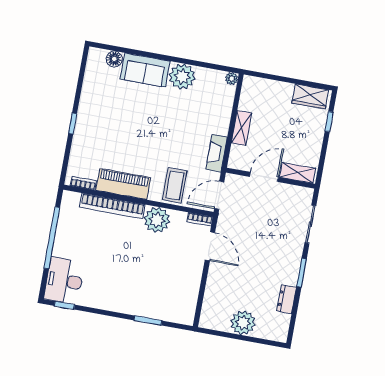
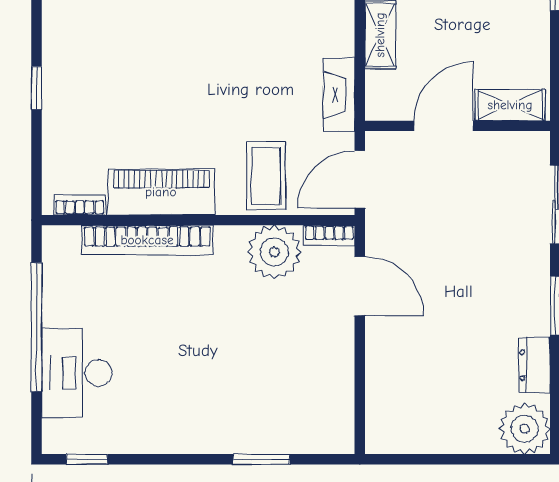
plant: (157, 220) -> (274, 252), moved
desk: (64, 281) -> (77, 373), moved
plant: (243, 323) -> (525, 429), moved

